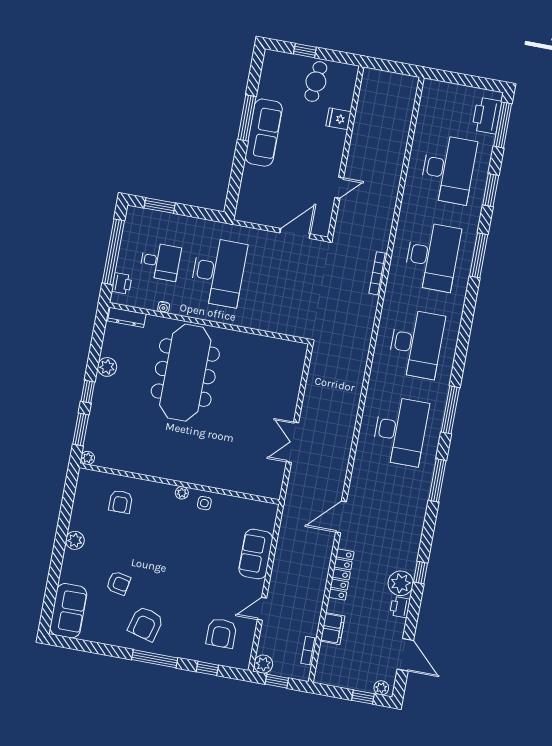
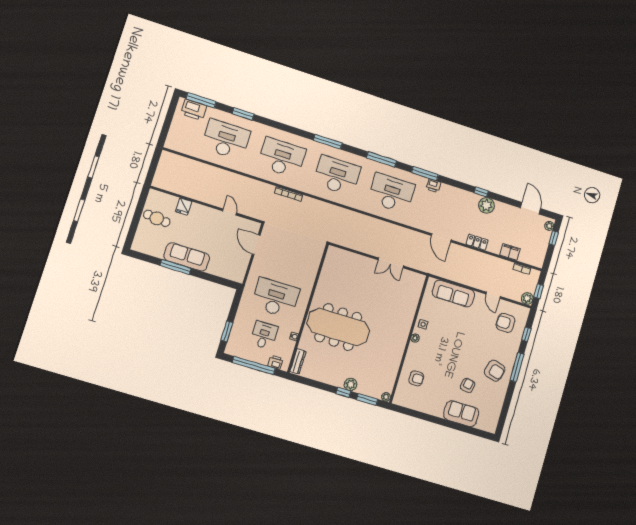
window: (305, 51) -> (135, 223), removed
window: (479, 255) -> (328, 142), moved
plant: (107, 367) -> (351, 384), moved
plant: (75, 540) -> (438, 411), removed
sofa: (256, 554) -> (453, 293), width x1.36
locker: (341, 574) -> (477, 242), width x0.66
printer: (400, 607) -> (434, 186), moved
sofa: (68, 611) -> (461, 414), moved
armchair: (221, 633) -> (505, 323), turned 180
door: (405, 655) -> (531, 208), hinge flipped

